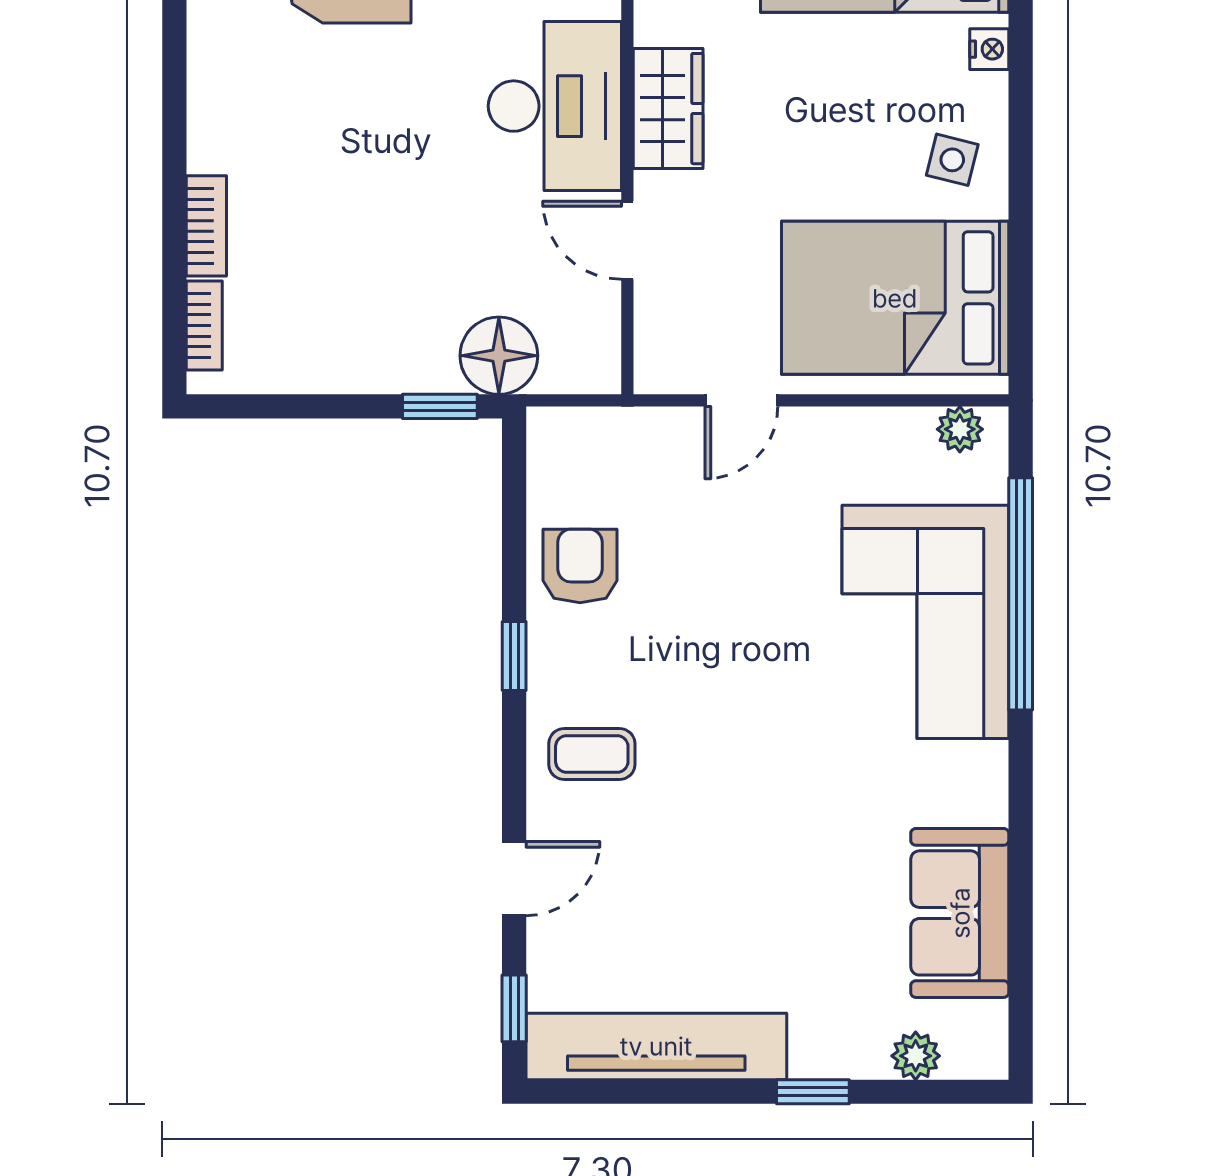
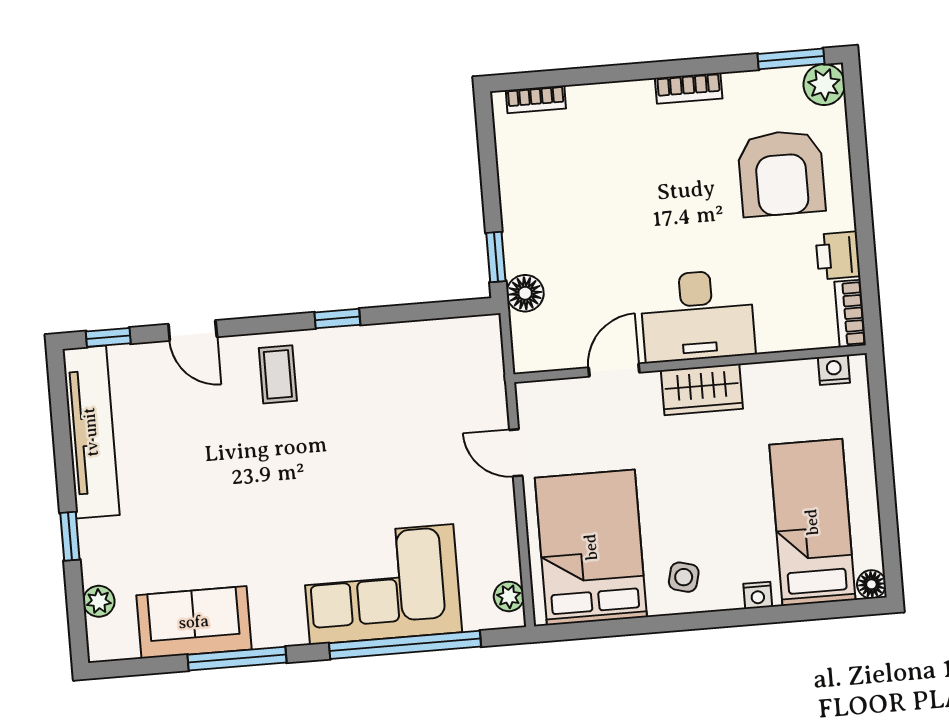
bookcase: (206, 226) -> (689, 88), moved
floor lamp: (499, 356) -> (525, 293), width x0.73, depth x0.73
armchair: (580, 566) -> (400, 357), removed
window: (1021, 852) -> (237, 659), added

